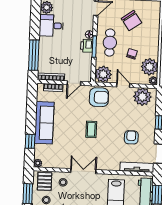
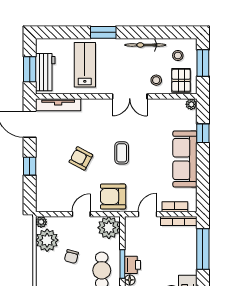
door: (123, 85) -> (81, 214), swing flipped
plant: (142, 97) -> (55, 200), removed
armchair: (131, 137) -> (81, 158), moved, turned 118

